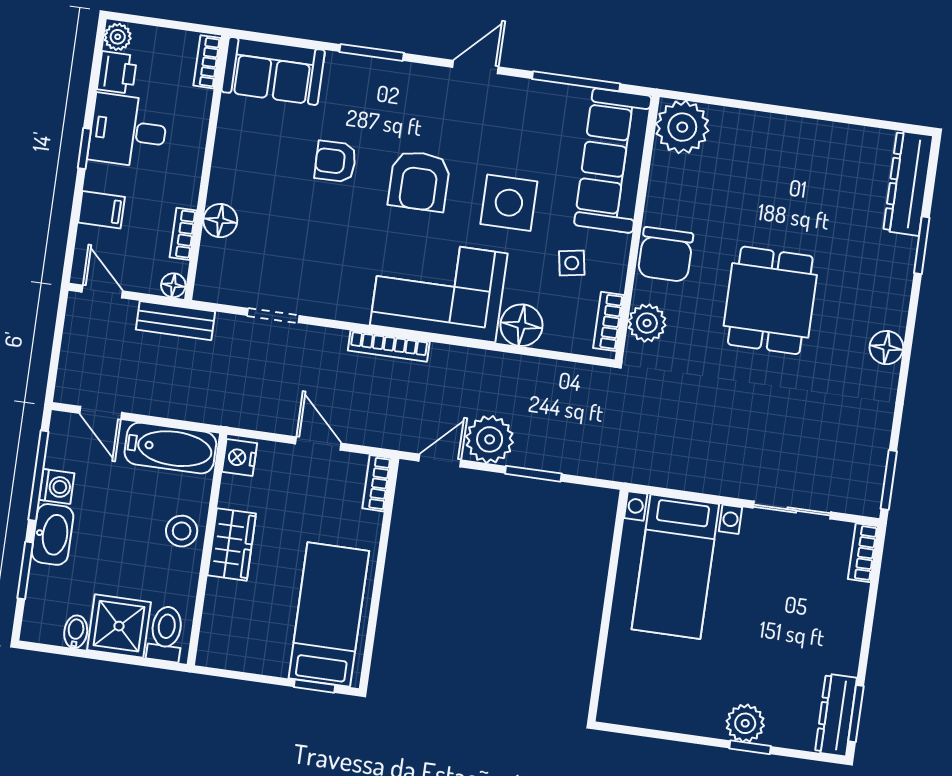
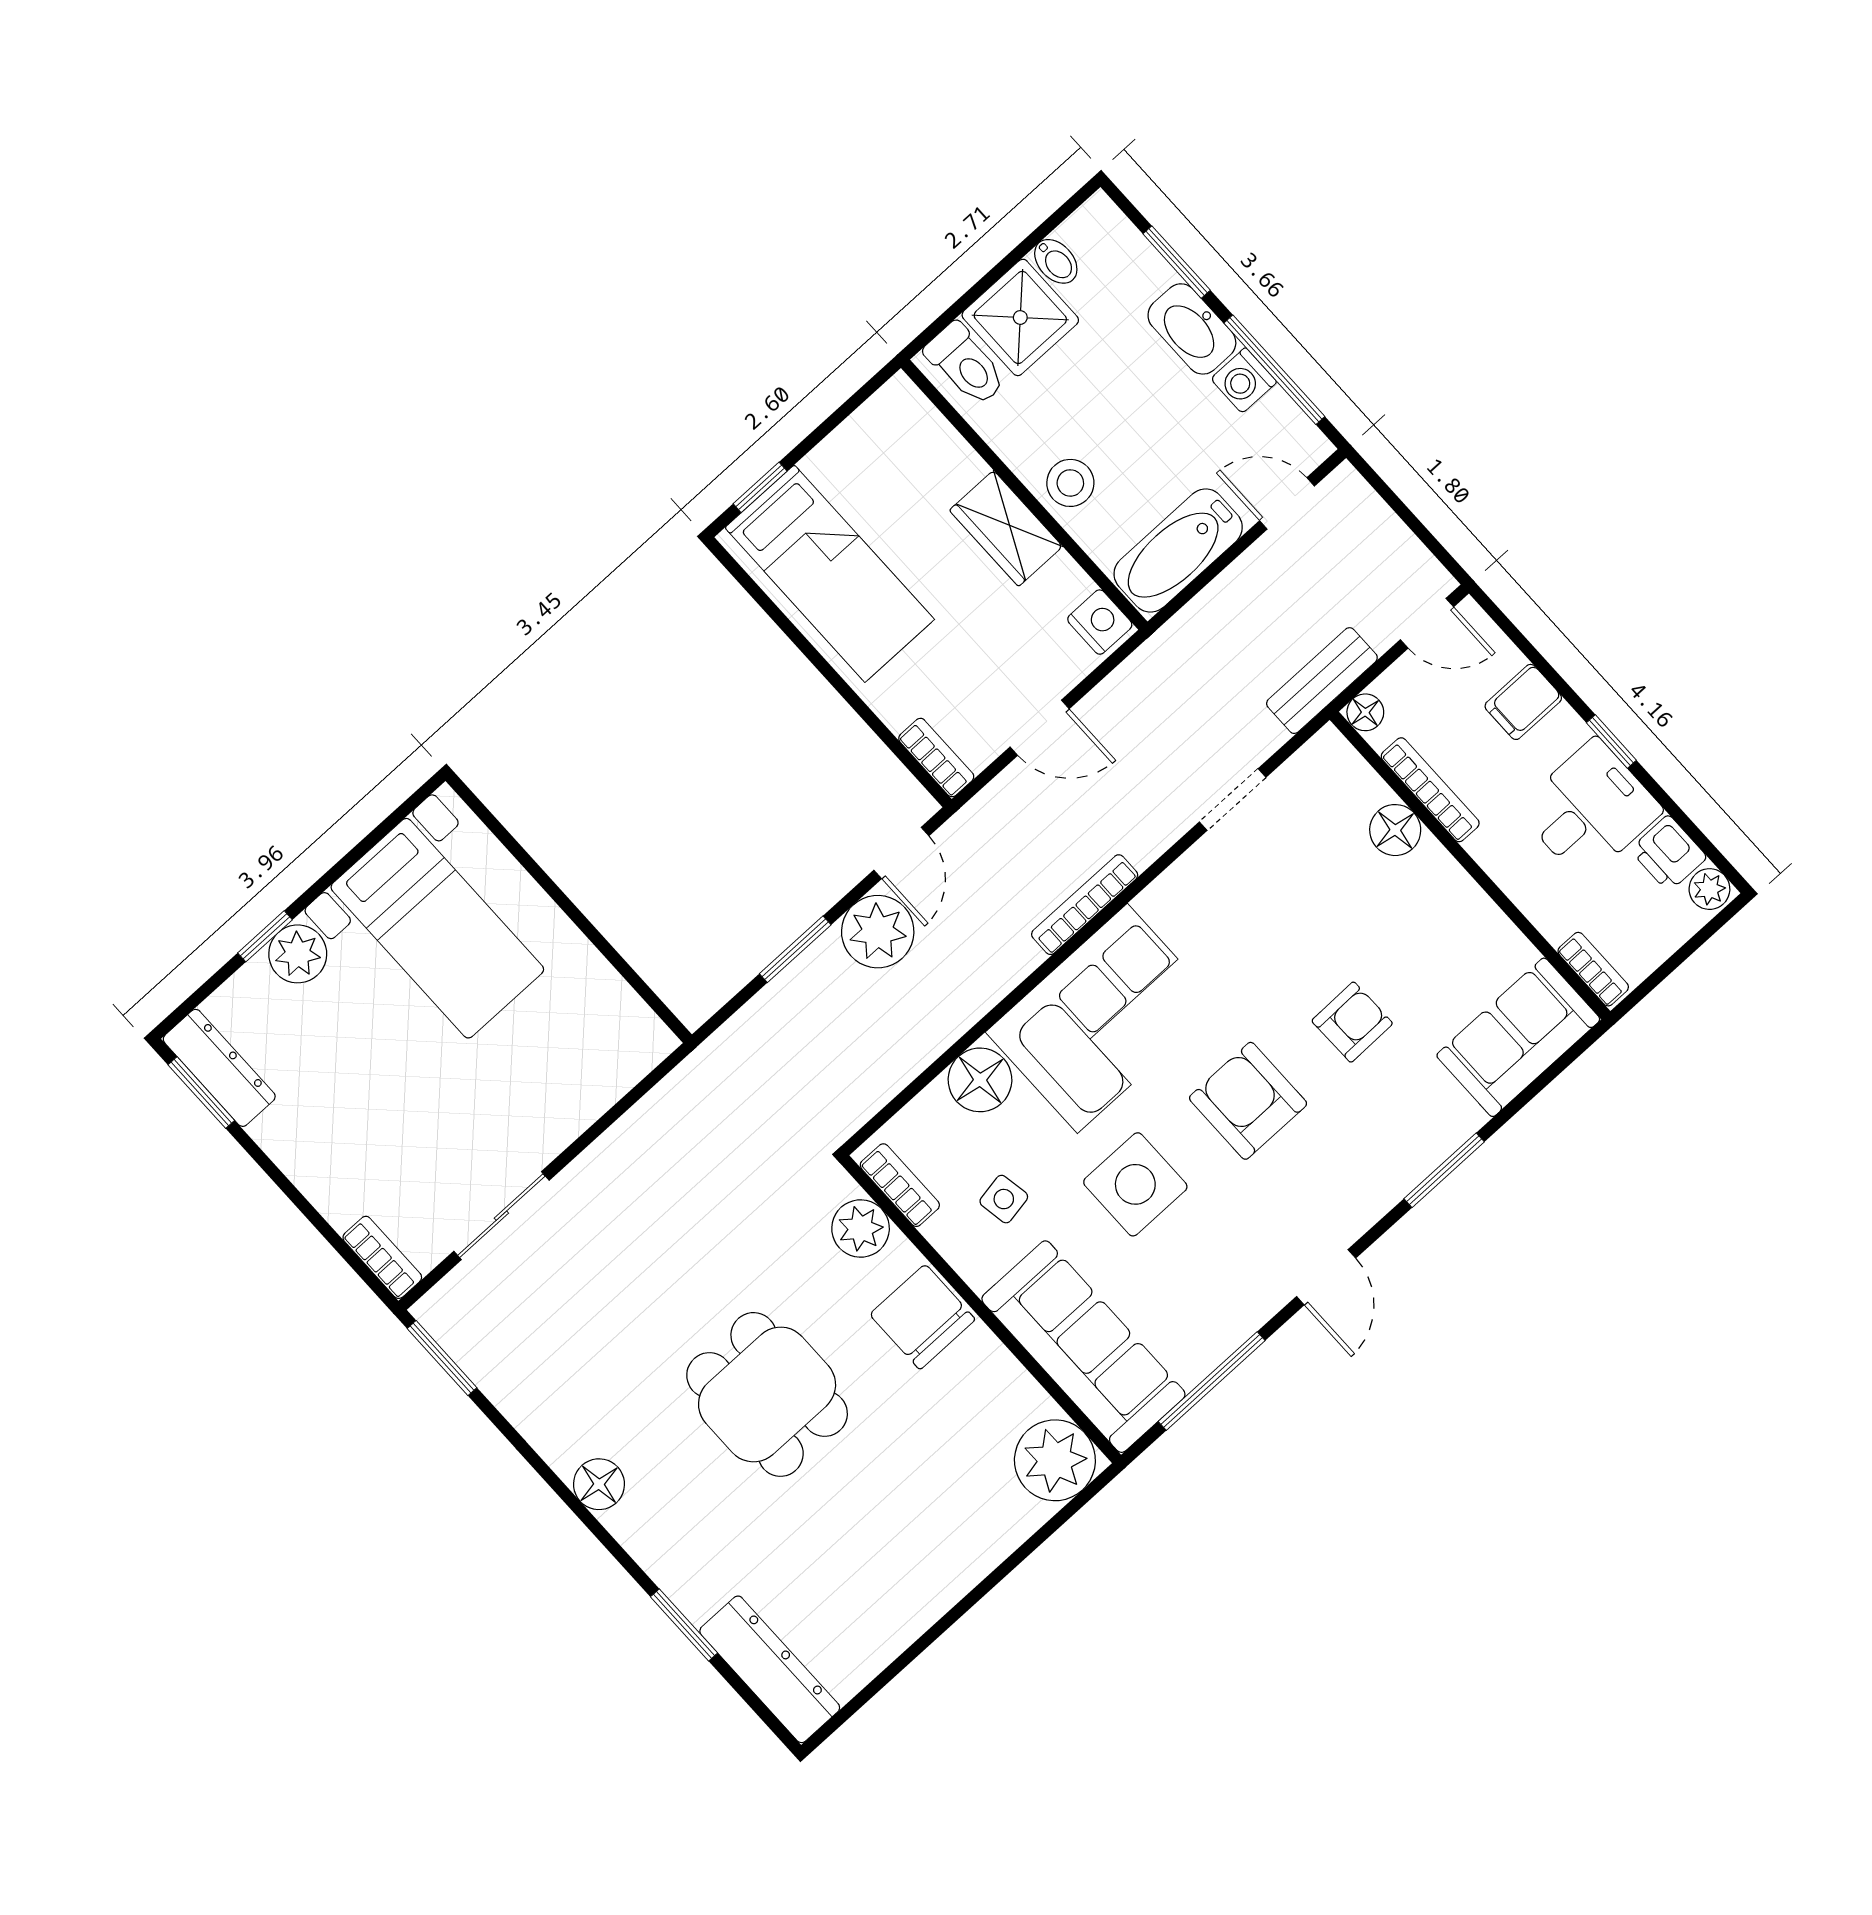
bookcase: (183, 234) -> (1430, 790), width x1.56
bed with nightstands: (675, 567) -> (437, 928), moved, turned 180

